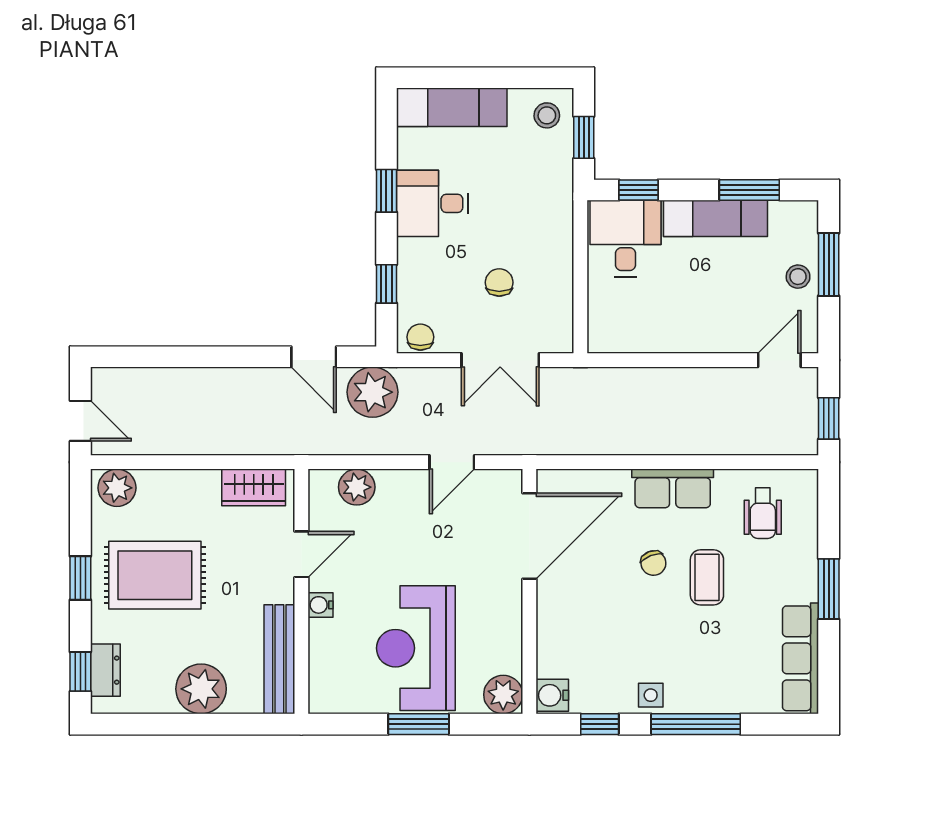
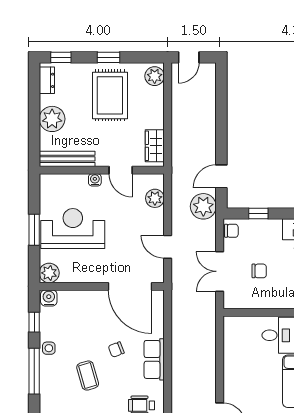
coffee table: (707, 577) -> (88, 376), moved, turned 74
dresser: (105, 670) -> (47, 80), moved, turned -90

